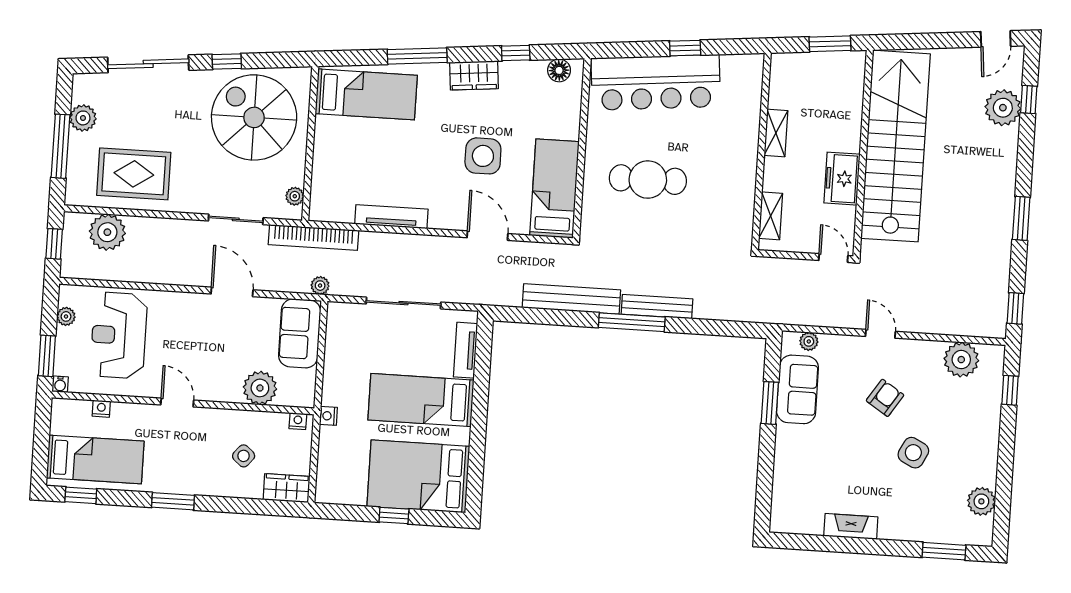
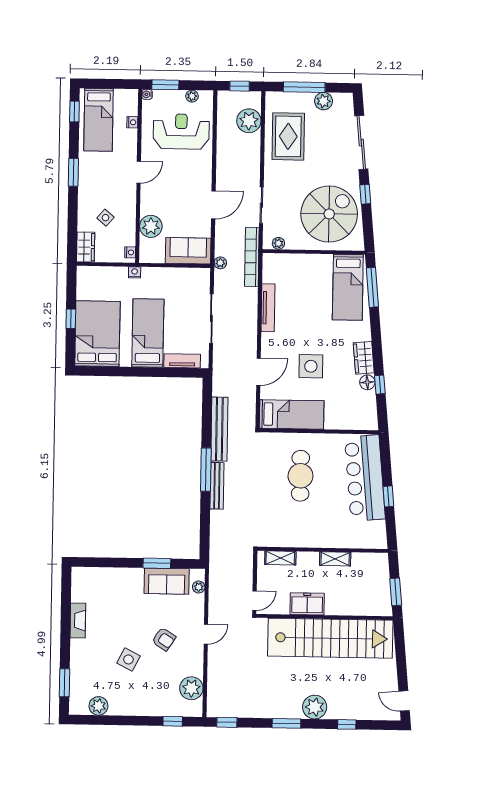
window: (417, 56) -> (372, 287), moved
floor lamp: (559, 70) -> (367, 382), moved
window: (1029, 99) -> (347, 724), moved
plant: (1003, 108) -> (315, 707), moved

